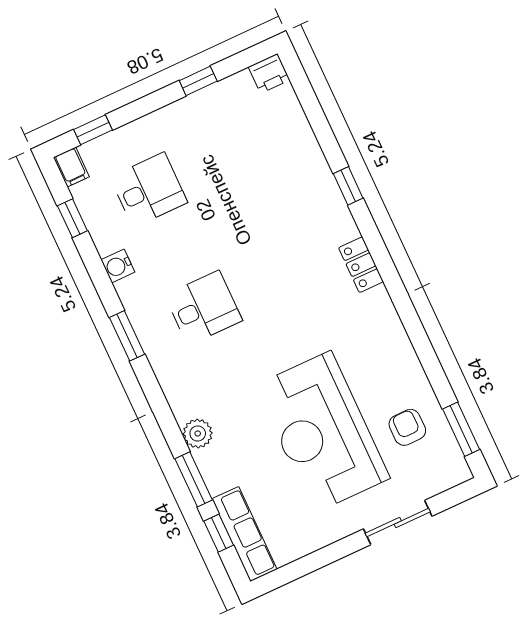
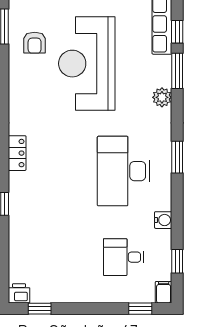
window: (198, 81) -> (40, 309), moved
desk: (203, 308) -> (124, 171), width x1.87, depth x1.30
window: (127, 336) -> (177, 157), moved
reception desk: (322, 432) -> (87, 64), turned 180

